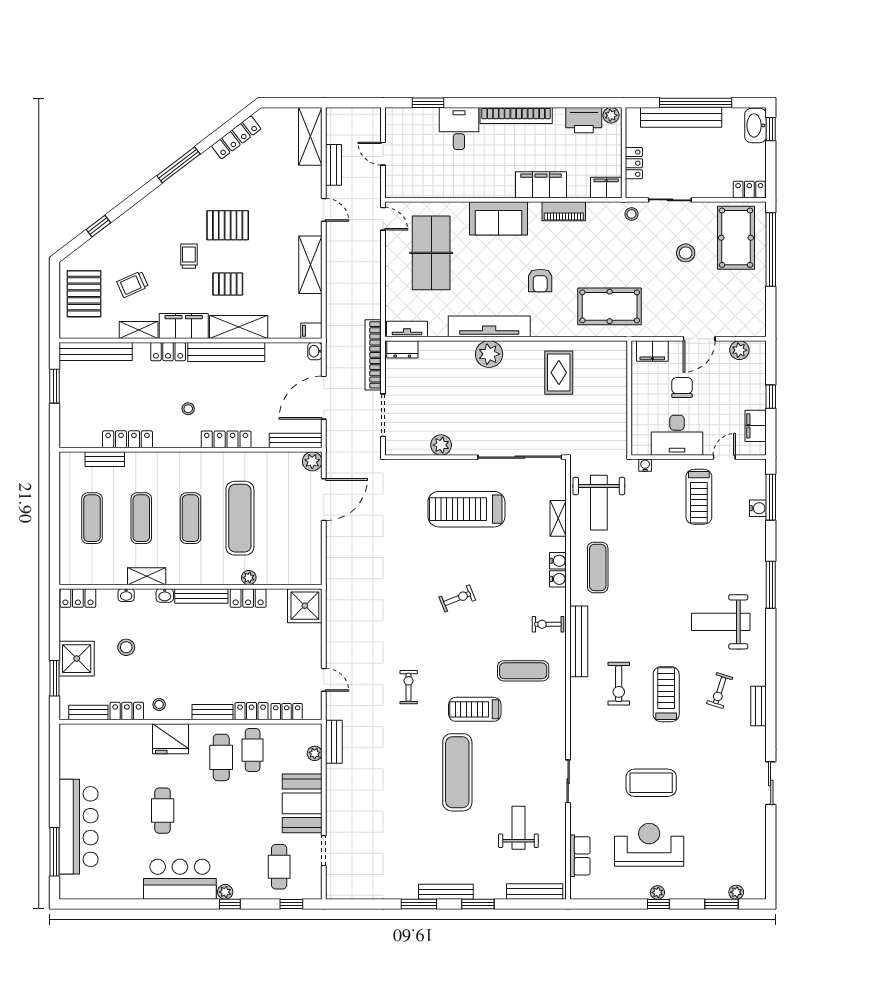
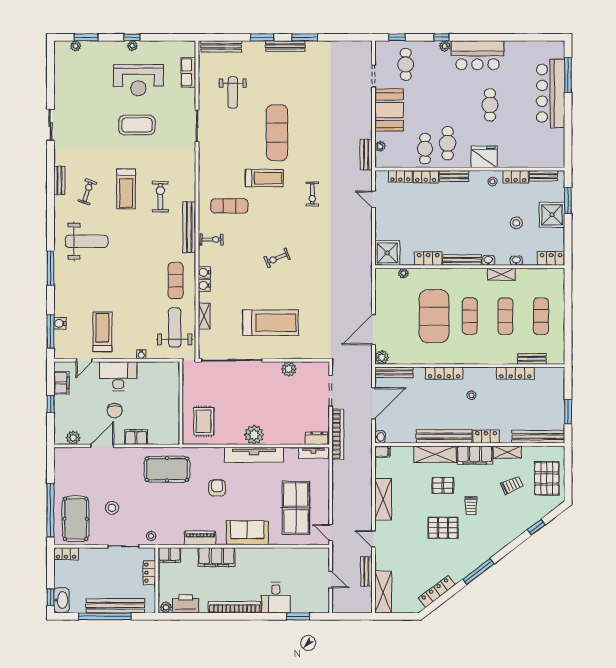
wall: (629, 398) -> (181, 403), moved
exercise mat: (240, 518) -> (434, 316), width x1.47
plant: (249, 578) -> (403, 273), moved

